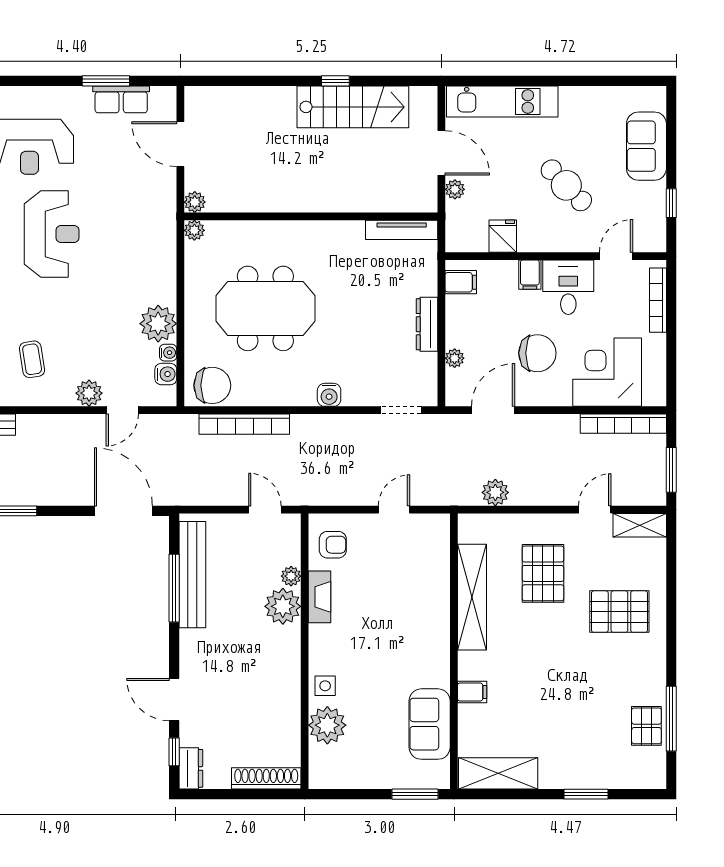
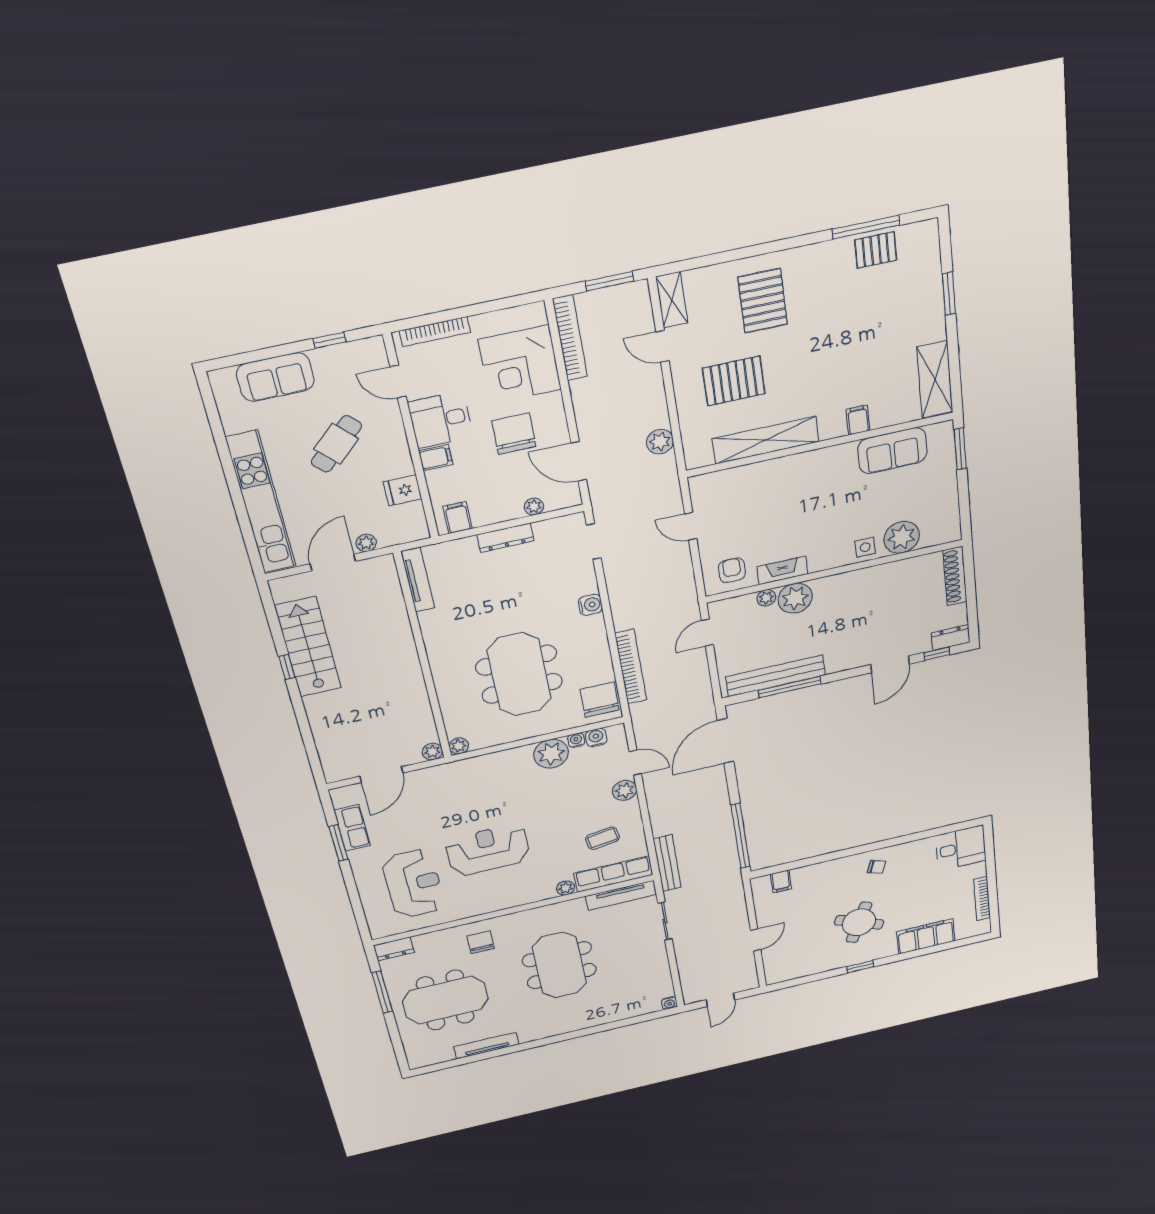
kitchen unit: (502, 102) -> (261, 502), width x1.36

